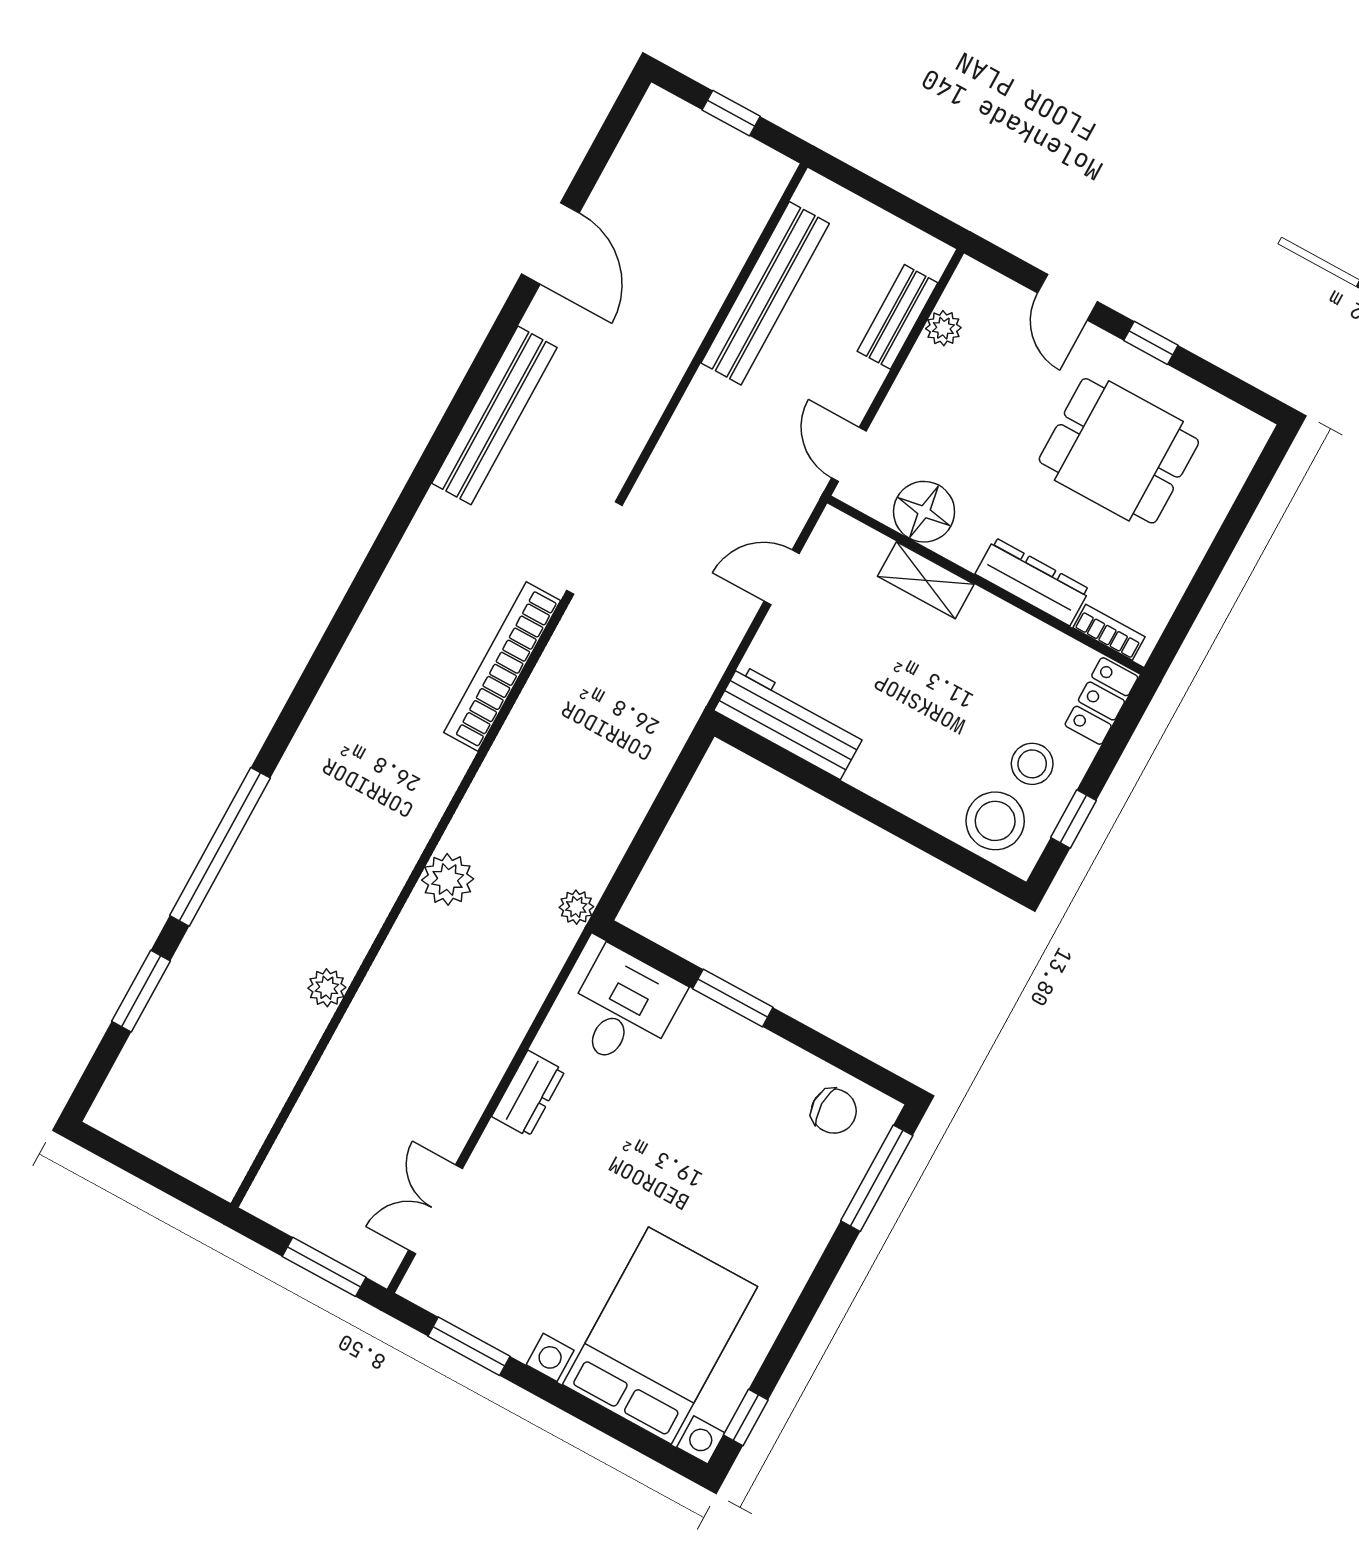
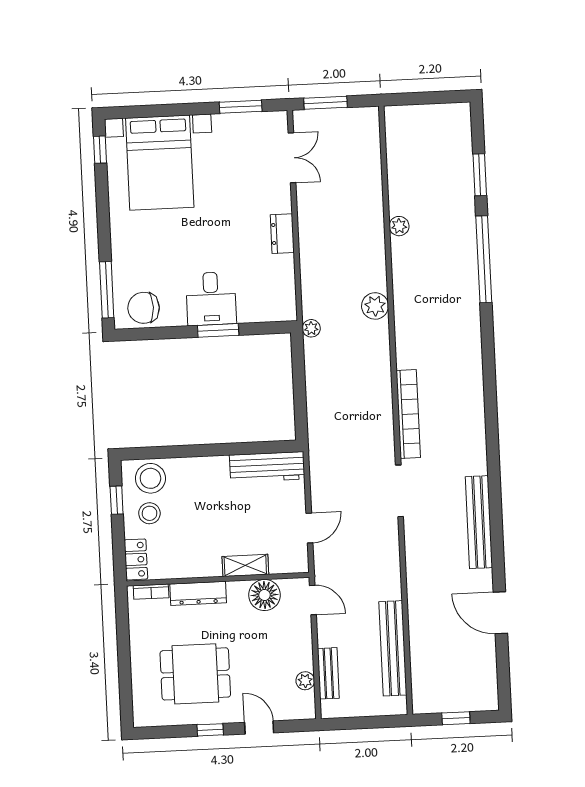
desk: (623, 1009) -> (211, 299), moved
chair: (834, 1111) -> (144, 308), width x1.37, depth x1.37

